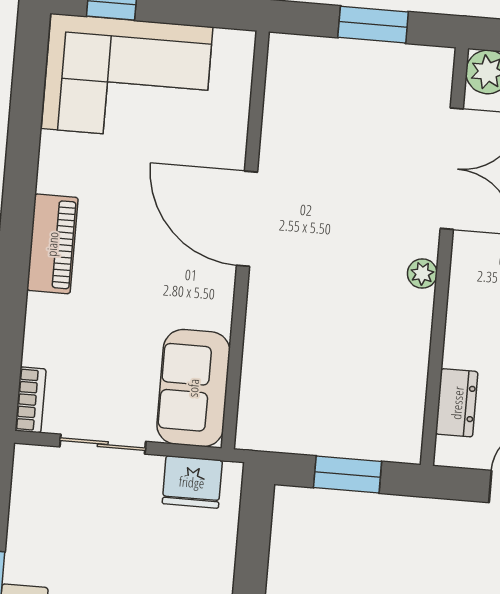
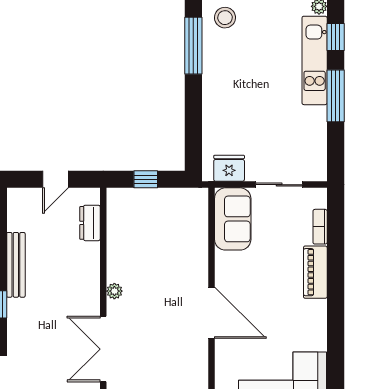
piano: (52, 244) -> (315, 272), moved
bookcase: (30, 400) -> (320, 227), moved
window: (348, 475) -> (146, 179), width x0.67

